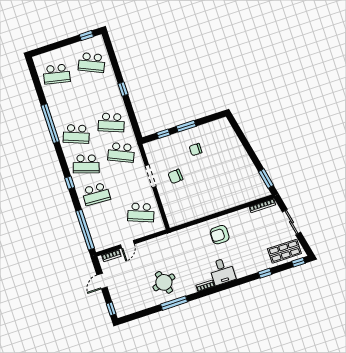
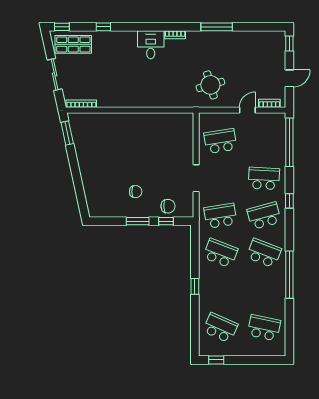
school desk: (121, 152) -> (220, 216), turned -33
school desk: (86, 164) -> (264, 216), turned -33
chair: (175, 176) -> (168, 206), moved
school desk: (141, 212) -> (220, 141), turned -30
armchair: (220, 235) -> (140, 87), removed
round table: (164, 282) -> (210, 85), moved

